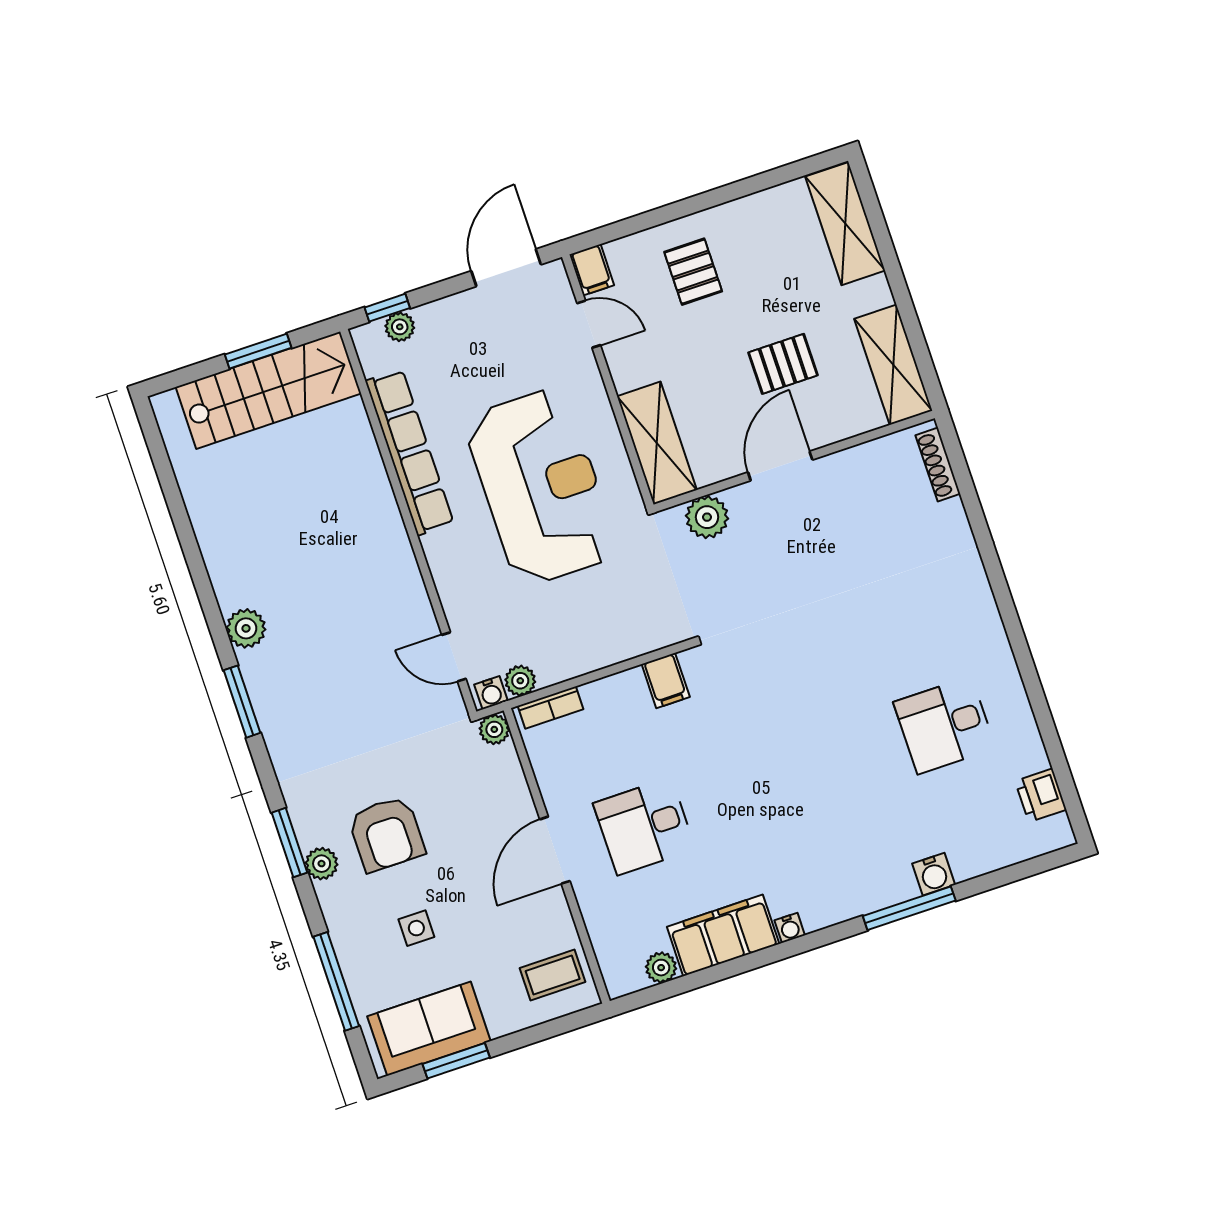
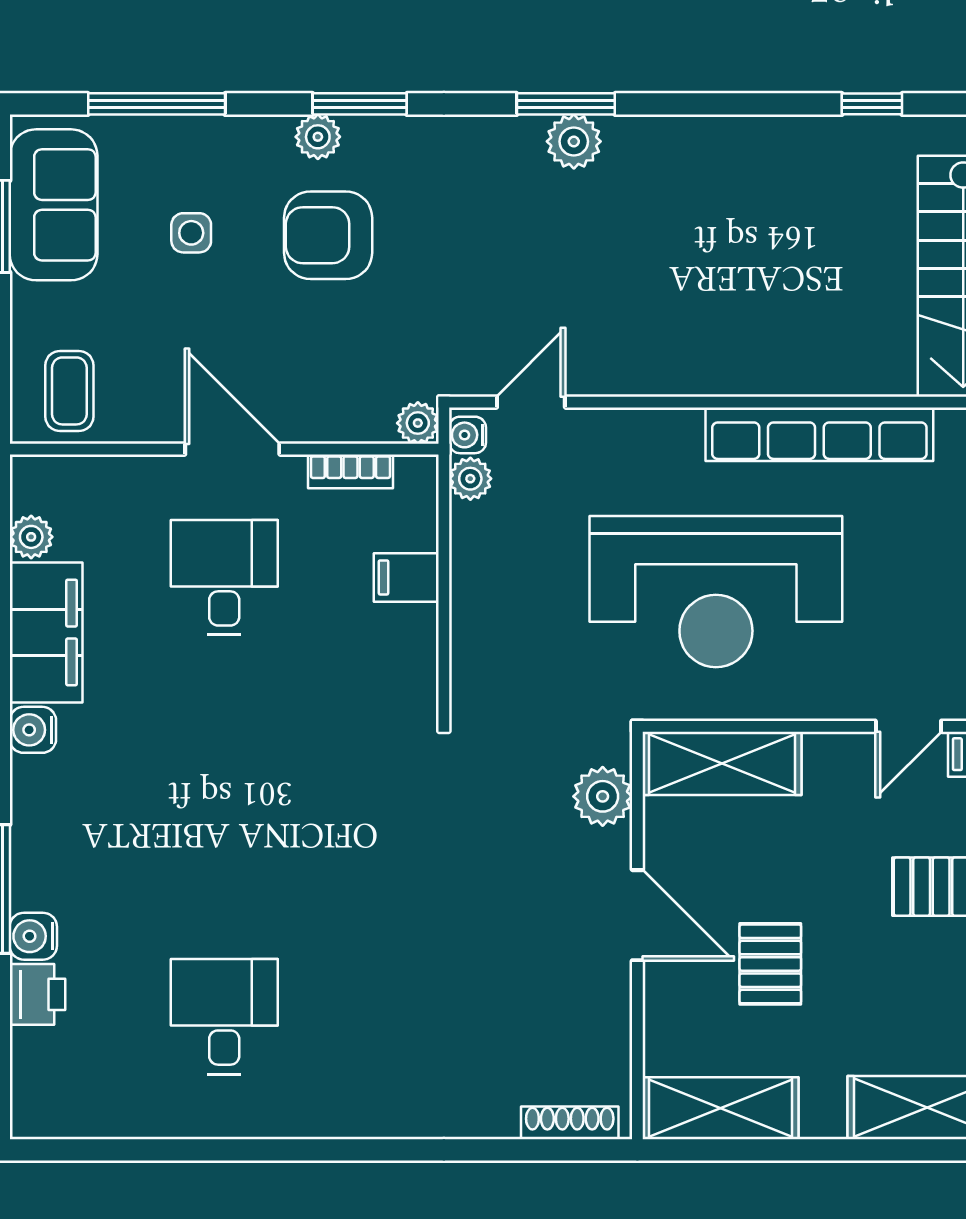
window: (172, 492) -> (872, 104), added
plant: (246, 628) -> (574, 141), moved
filing cabinet: (666, 681) -> (406, 577), moved
bookcase: (551, 708) -> (350, 471), moved, turned -90
printer: (1041, 795) -> (37, 994), moved, turned 90
water cooler: (790, 928) -> (33, 730), width x1.38, depth x1.38

